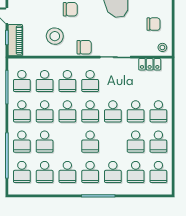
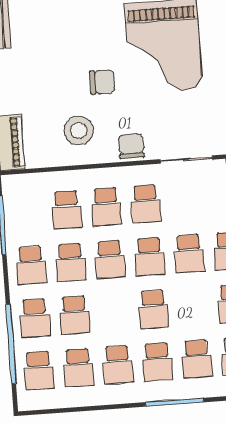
chair: (84, 47) -> (131, 146), turned -90
school desk: (22, 81) -> (27, 213), removed

